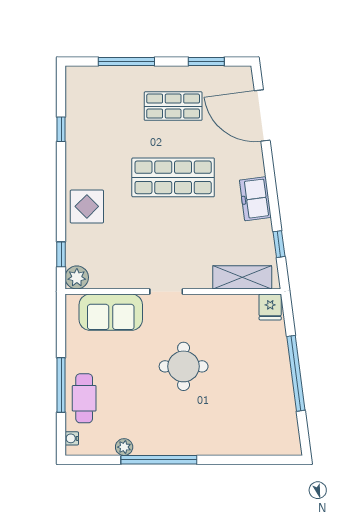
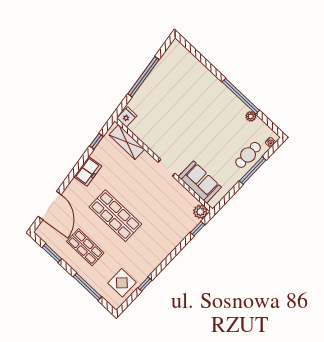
display table: (87, 206) -> (122, 283), moved
round table: (184, 366) -> (190, 127), removed

